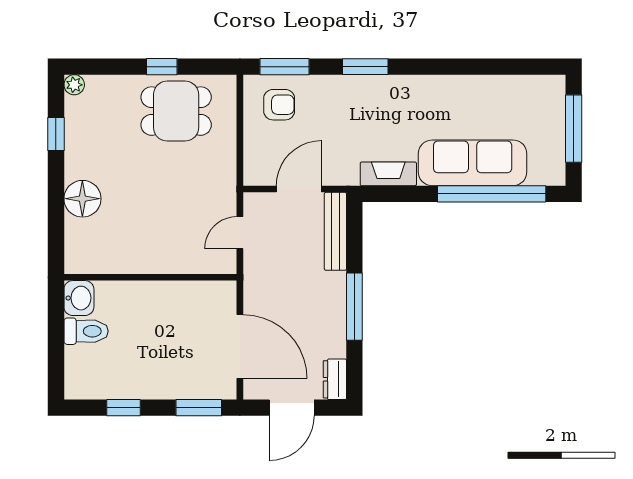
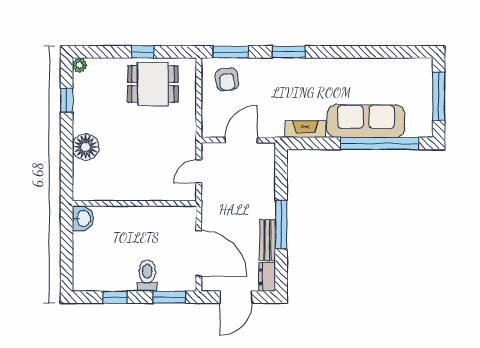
armchair: (279, 105) -> (227, 79), turned 83
bench: (335, 231) -> (267, 240), moved, width x0.73
toilet: (86, 331) -> (147, 276), moved, turned -90

